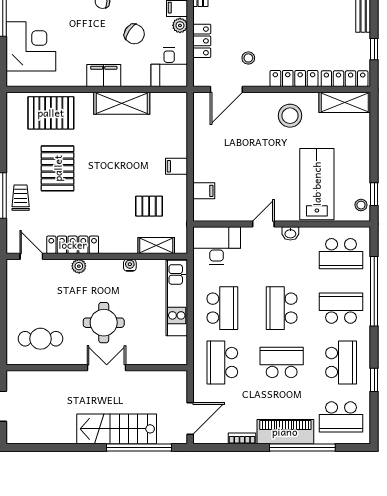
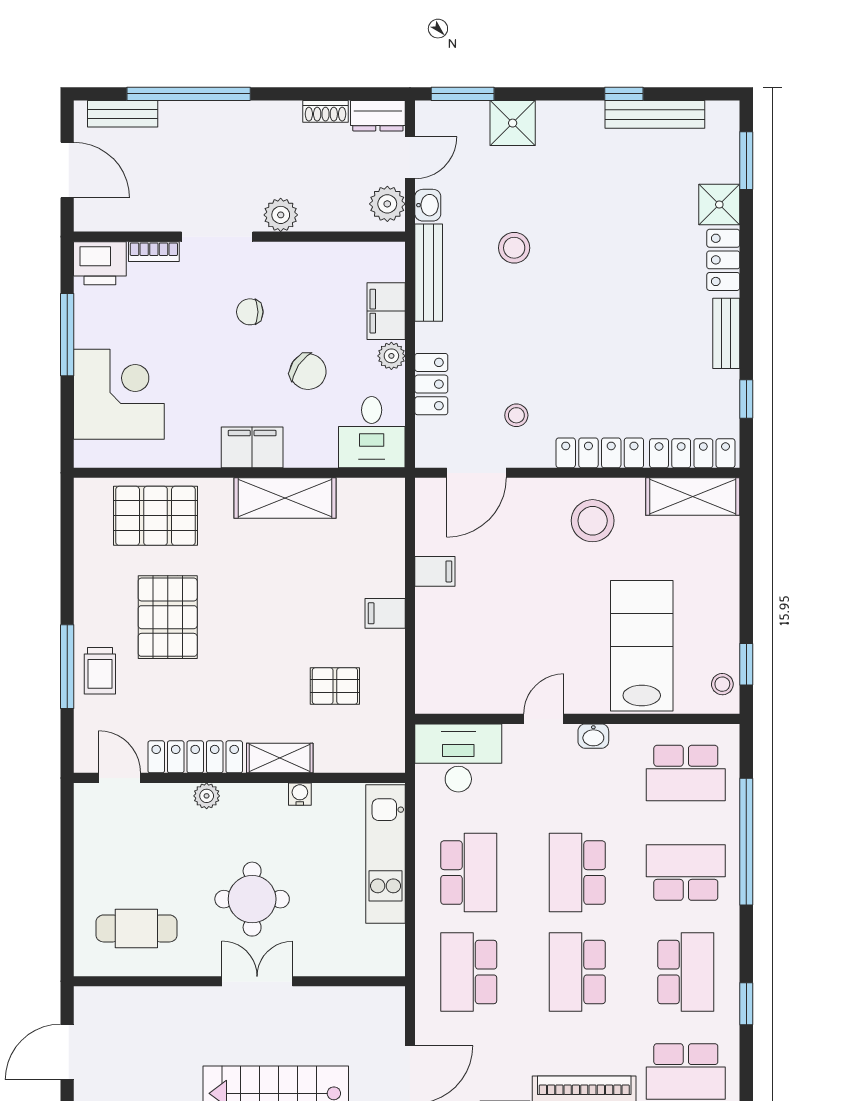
filing cabinet: (204, 191) -> (435, 571), moved
trolley: (21, 198) -> (100, 671), turned 180
shelving: (156, 245) -> (280, 758), moved
school desk: (282, 363) -> (577, 972), turned -90

